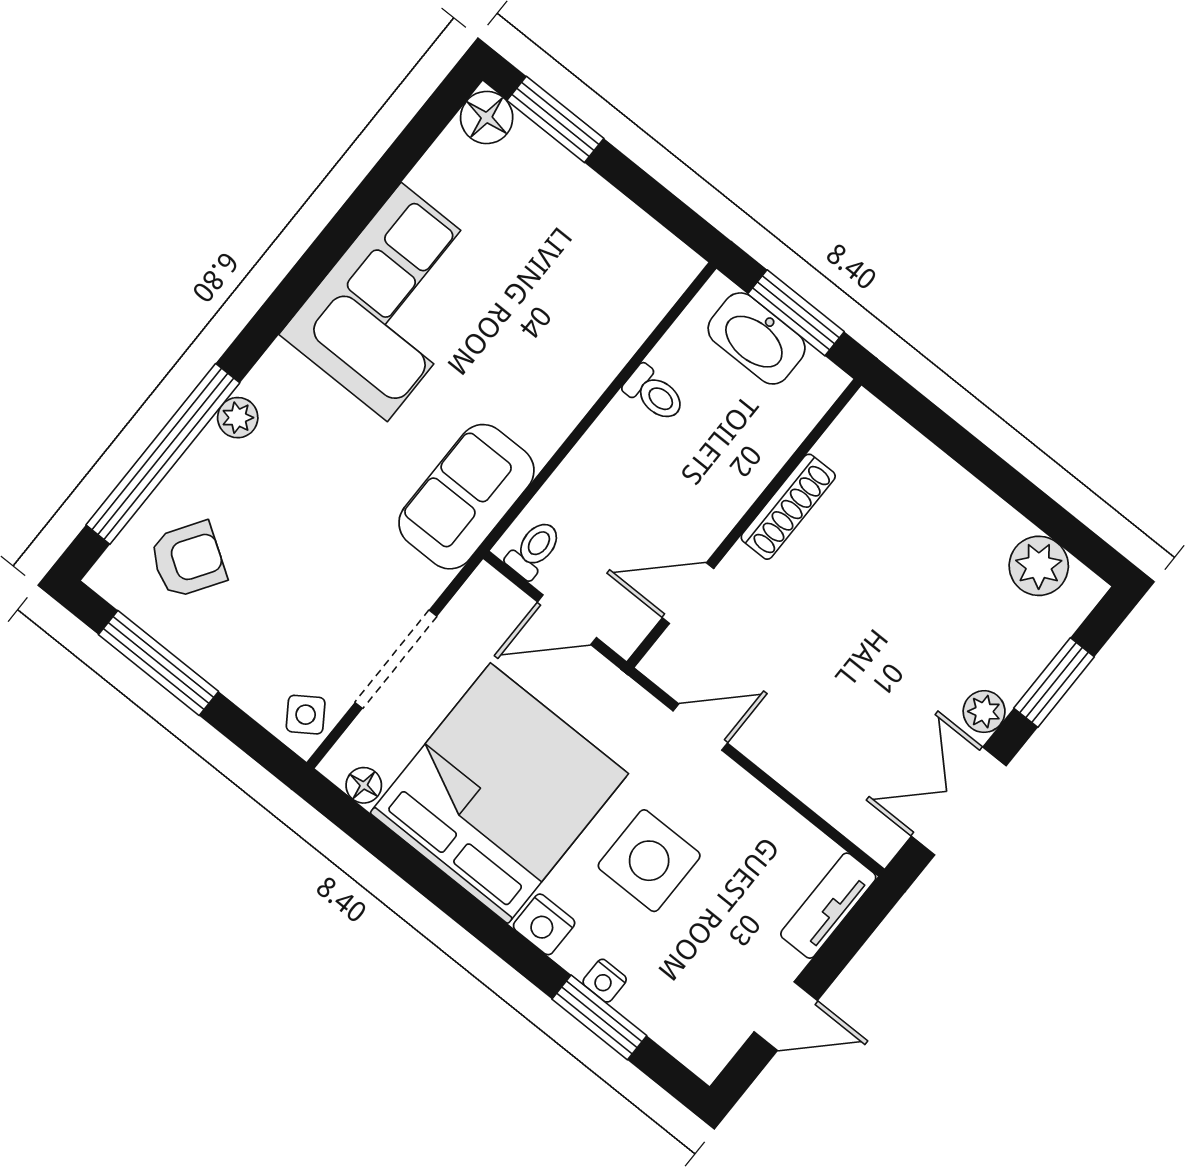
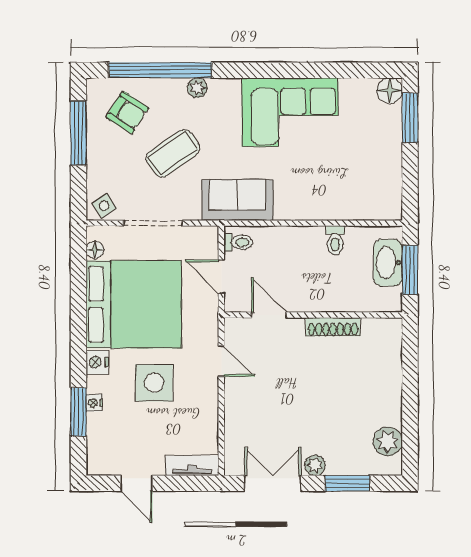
coffee table: (310, 539) -> (173, 153), added

